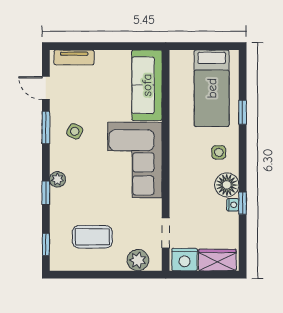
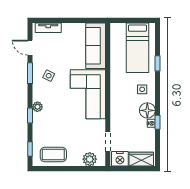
coffee table: (92, 237) -> (53, 154), moved

